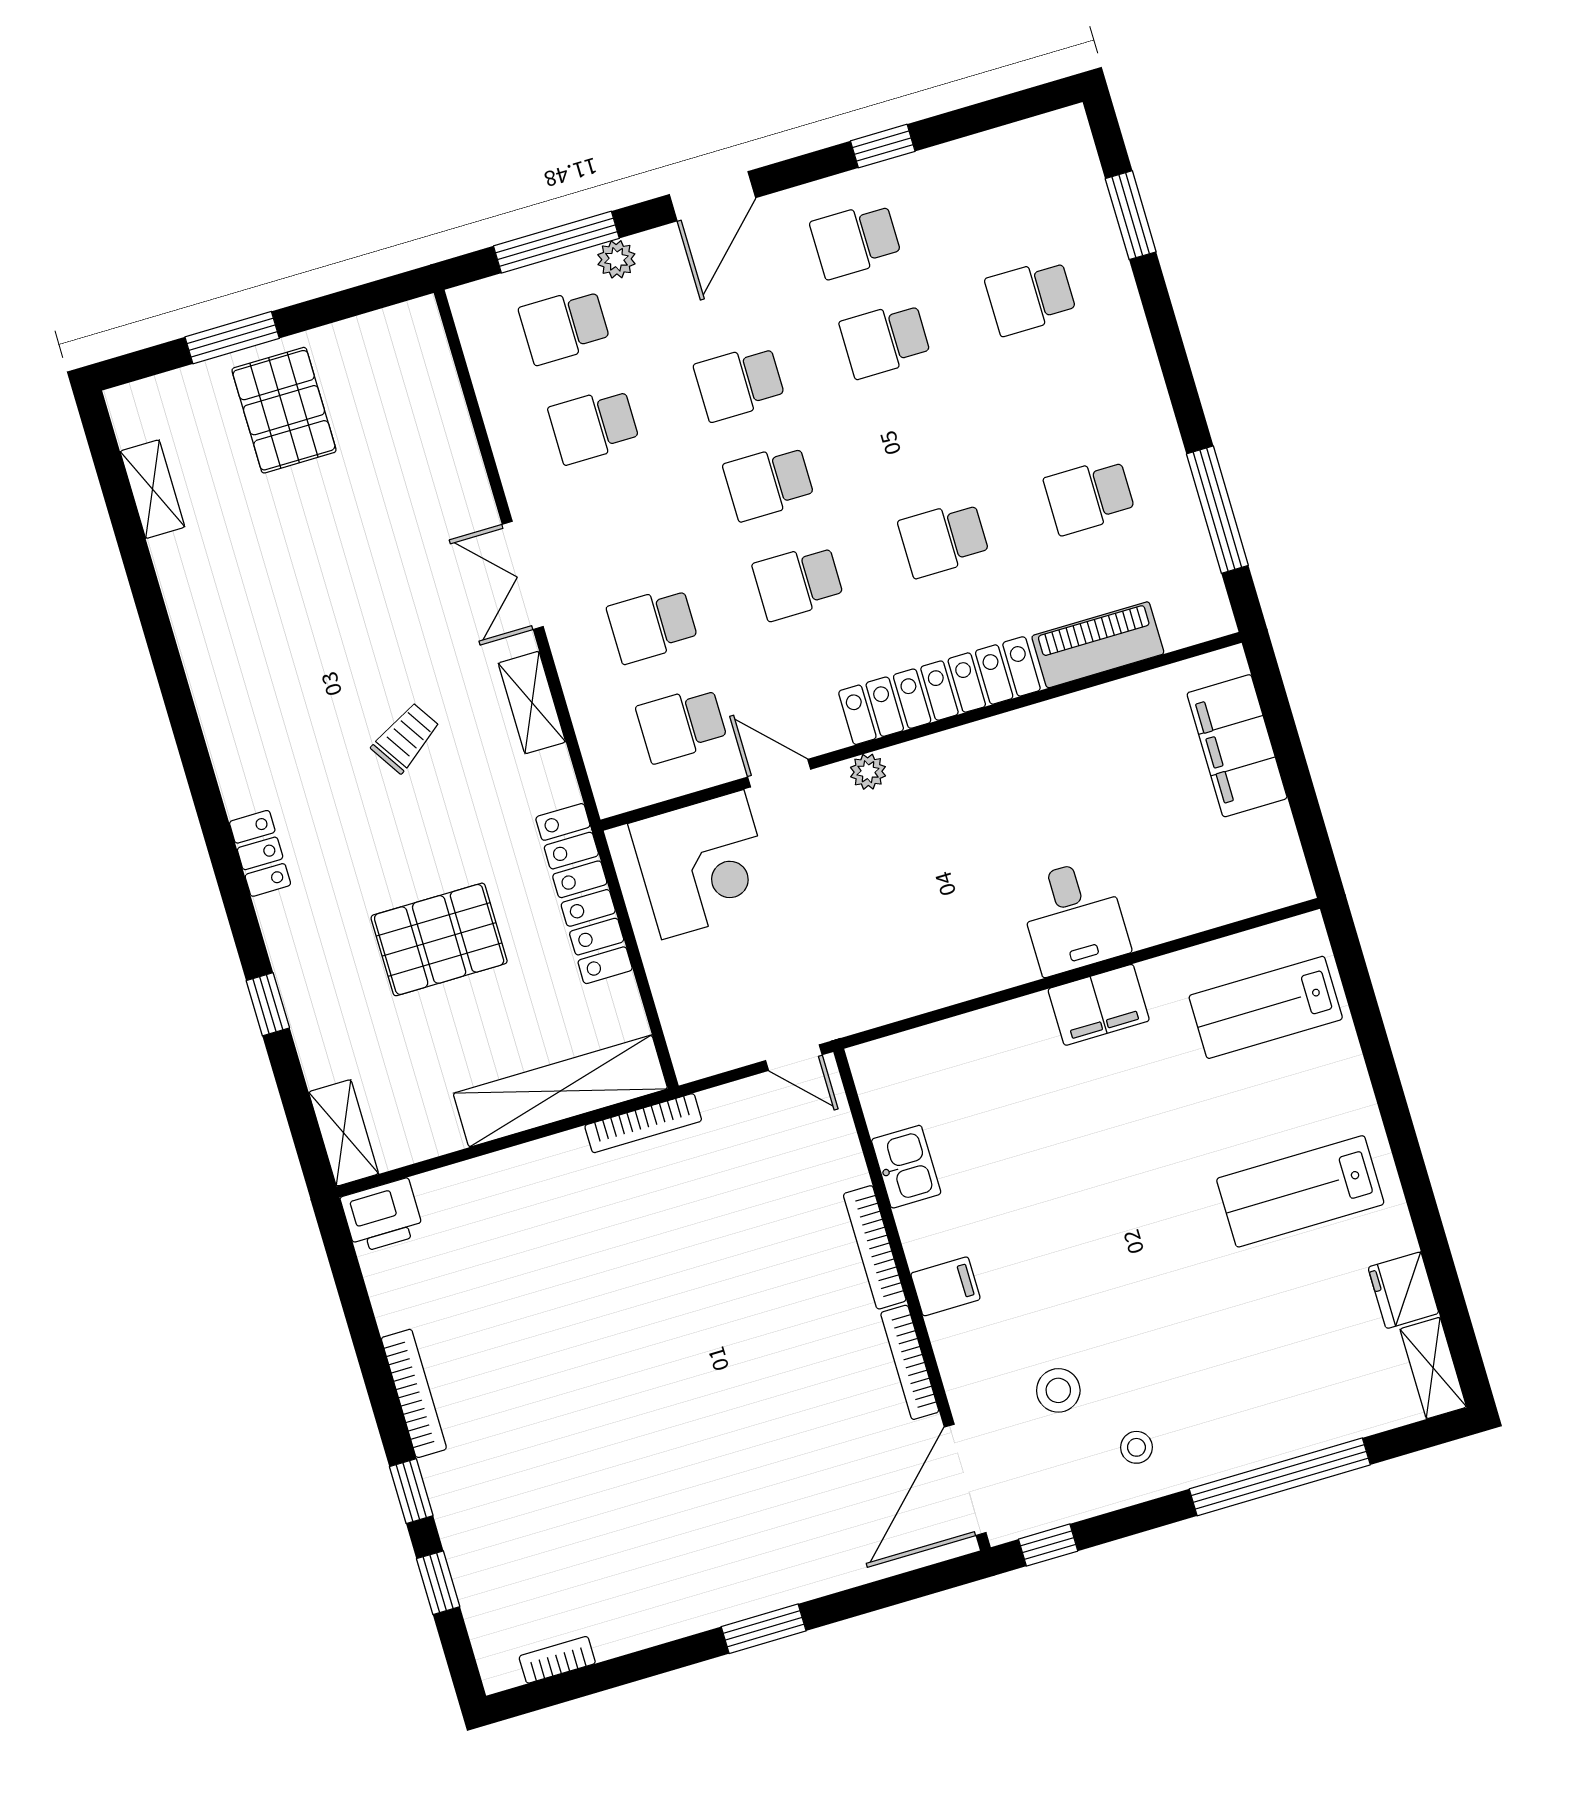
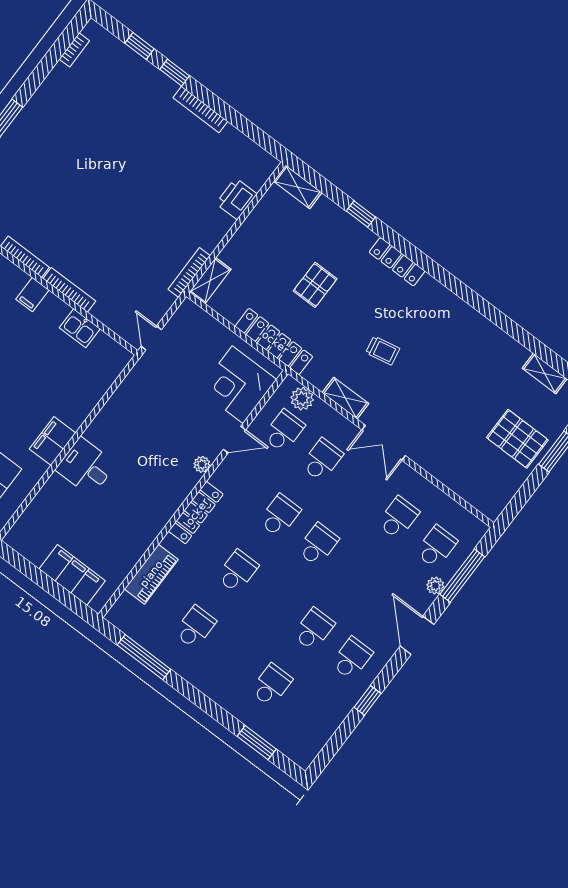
school desk: (739, 383) -> (356, 574), removed
double door: (523, 575) -> (384, 443), swing flipped
locker: (939, 691) -> (196, 513), width x0.71, depth x0.83
trolley: (406, 738) -> (383, 351), turned -68
plant: (608, 758) -> (302, 399), added
locker: (260, 853) -> (397, 262), width x1.53
pallet: (439, 939) -> (315, 285), width x0.67, depth x0.71
door: (794, 1058) -> (151, 338), hinge flipped
shelving: (560, 1091) -> (210, 281), width x0.45, depth x0.75
printer: (382, 1216) -> (236, 199), moved

